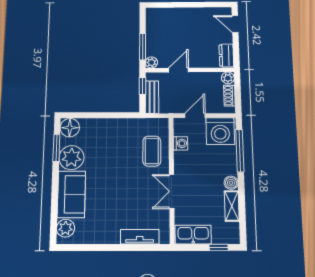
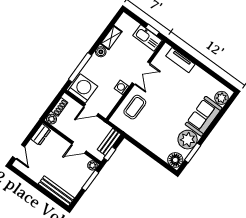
bench: (169, 14) -> (56, 191), added
washing machine: (181, 143) -> (122, 87), moved
window: (219, 247) -> (152, 30), moved

